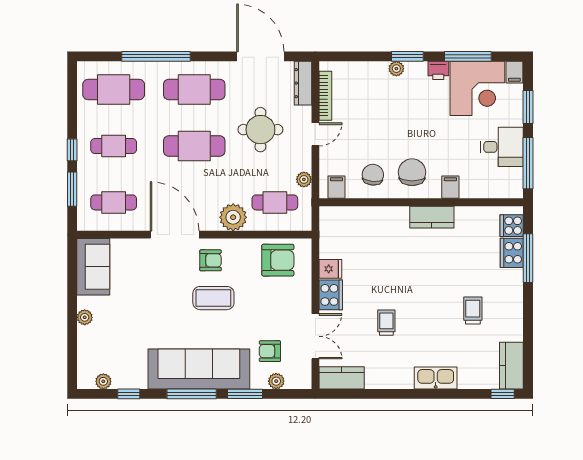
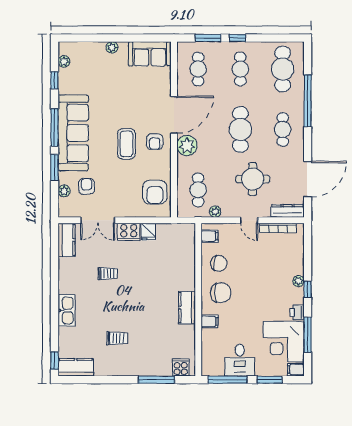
window: (407, 56) -> (308, 289), width x0.67
cafe table: (194, 90) -> (283, 129), width x0.73, depth x0.74
plant: (233, 217) -> (187, 146), moved
cooker: (512, 253) -> (160, 368), removed

